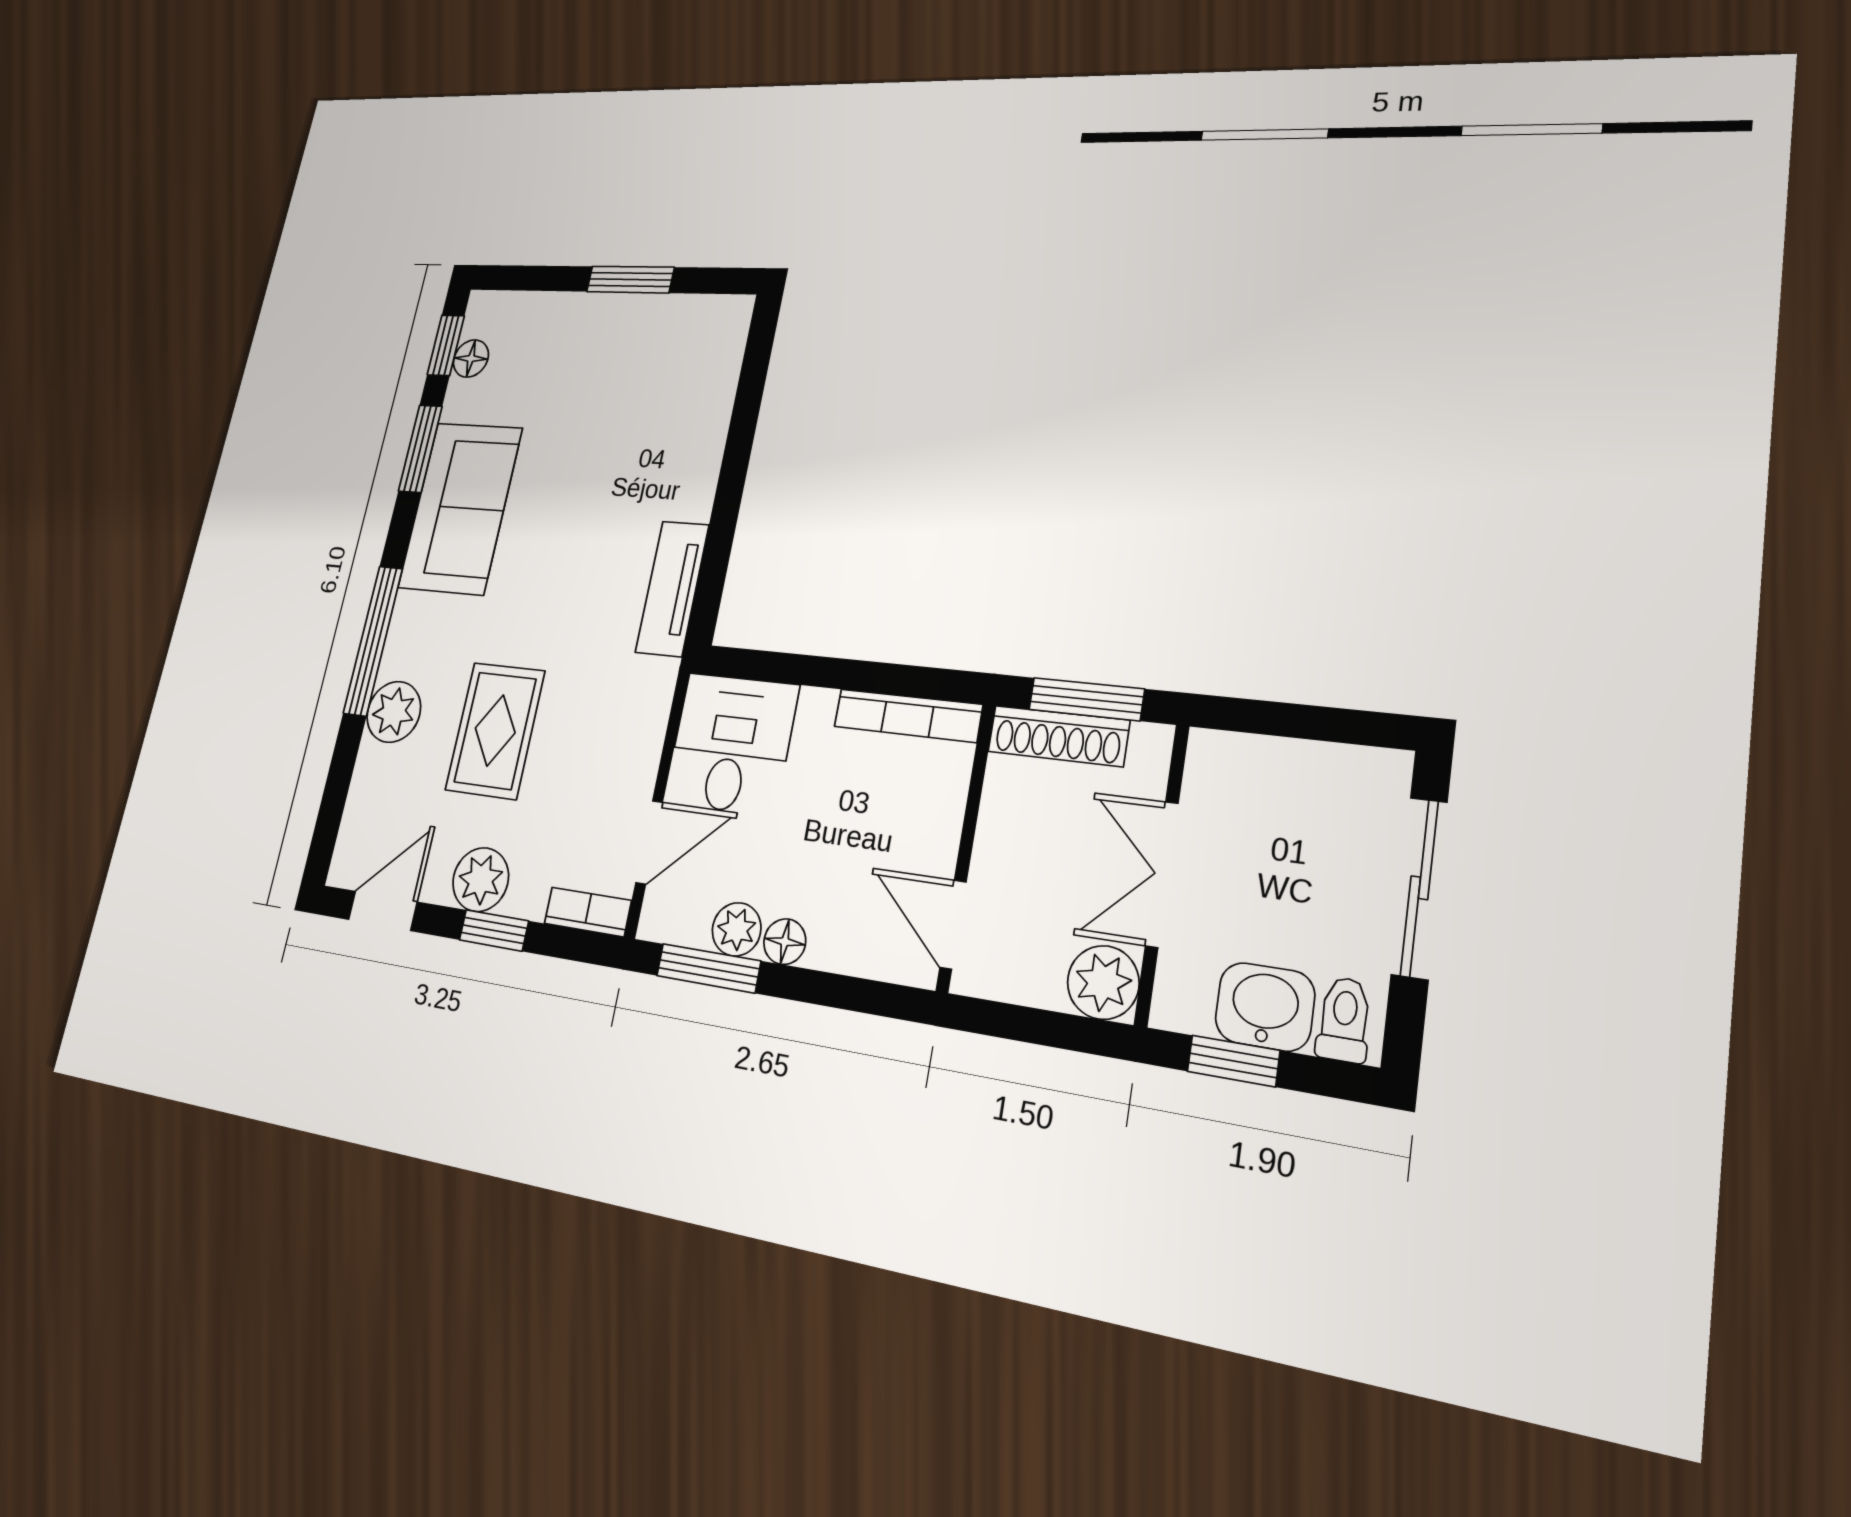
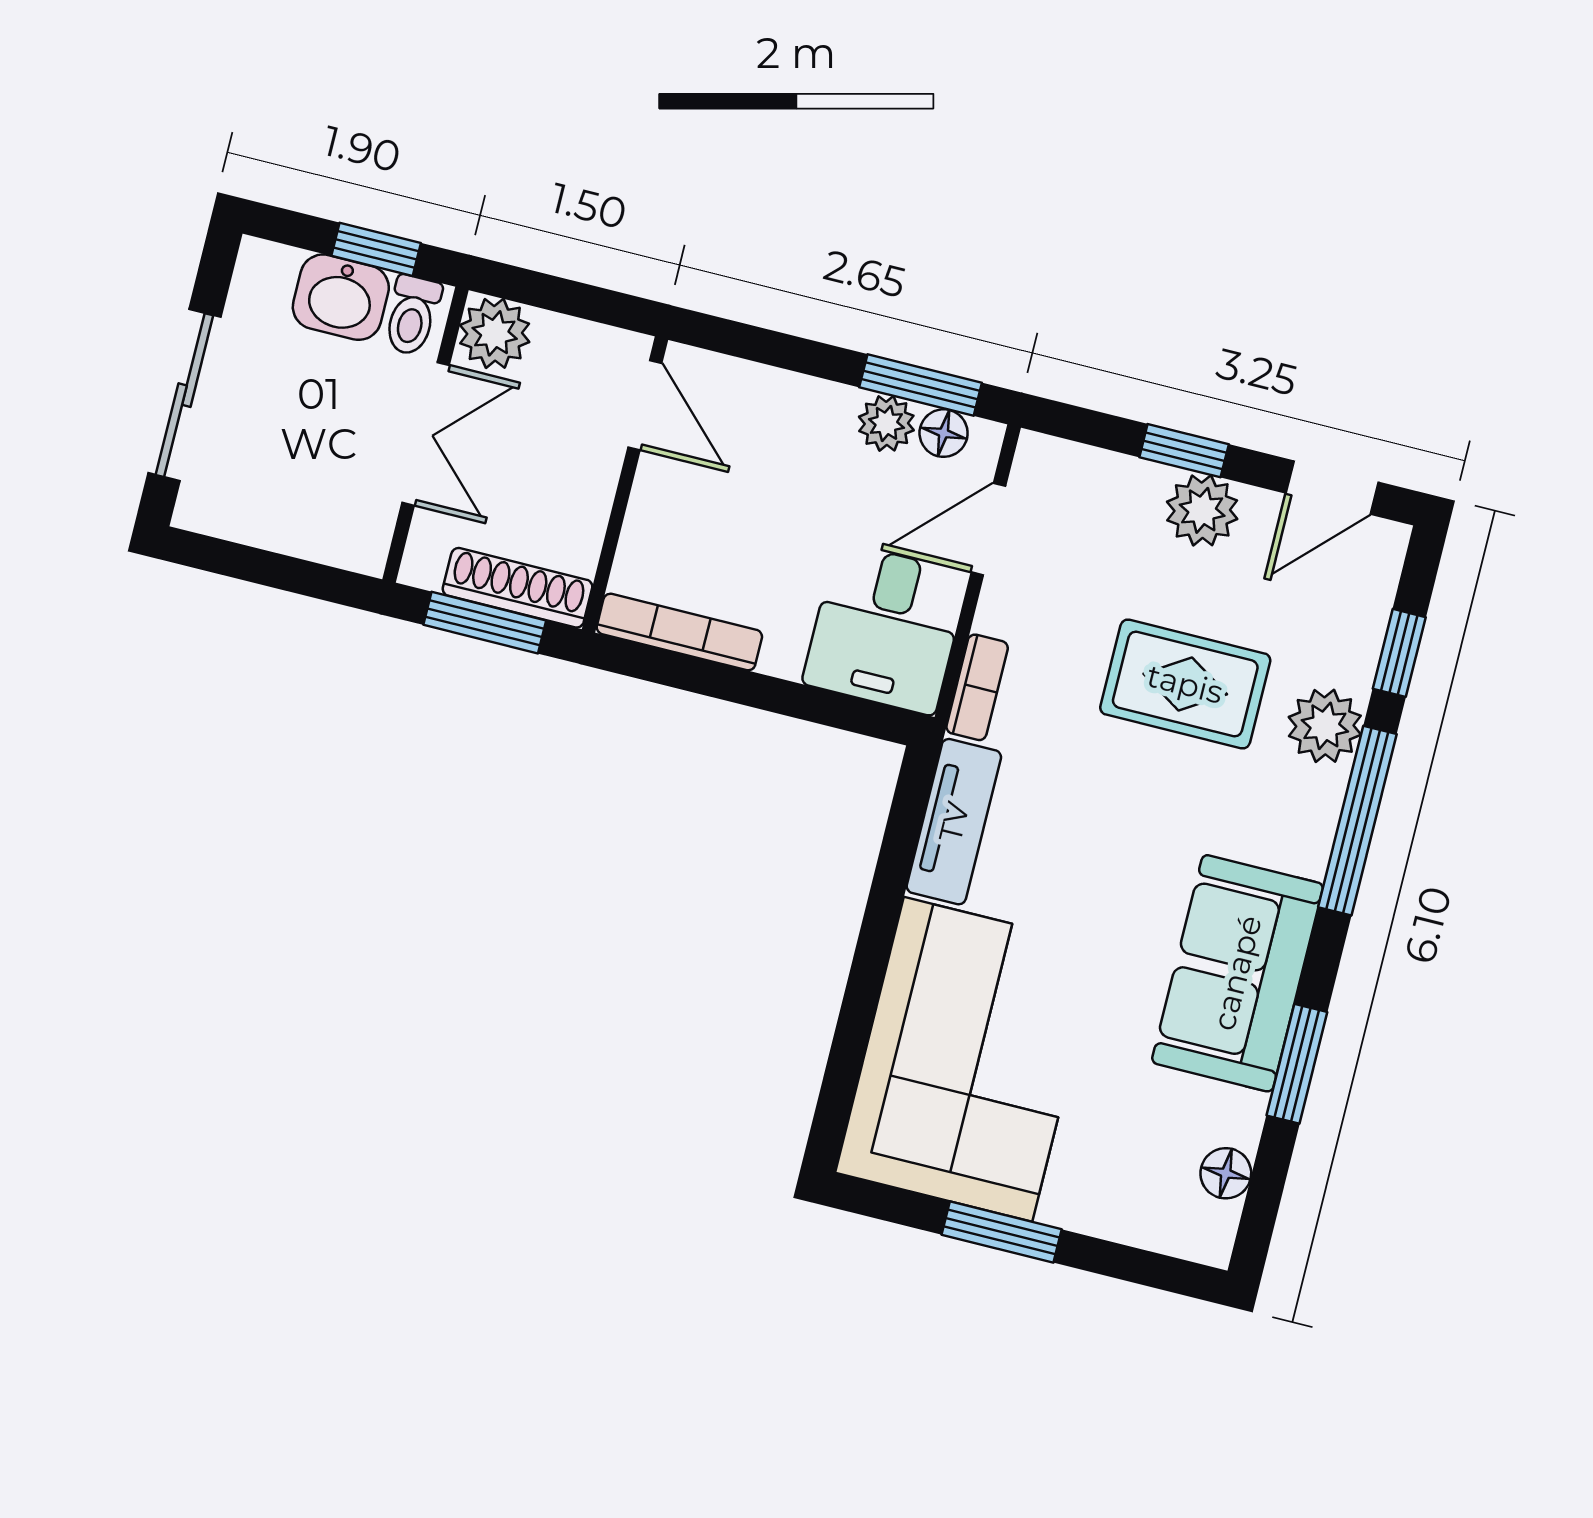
window: (446, 345) -> (1399, 653), moved
corner sofa: (657, 402) -> (968, 1059), added
rug: (495, 730) -> (1185, 684), turned 90
bookcase: (588, 912) -> (977, 687), moved, turned -90
floor lamp: (785, 942) -> (944, 433), moved
toilet: (1344, 1020) -> (412, 315), moved

